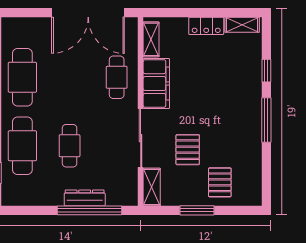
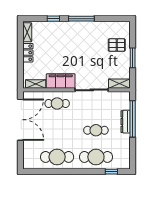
pallet: (188, 150) -> (98, 63), removed

